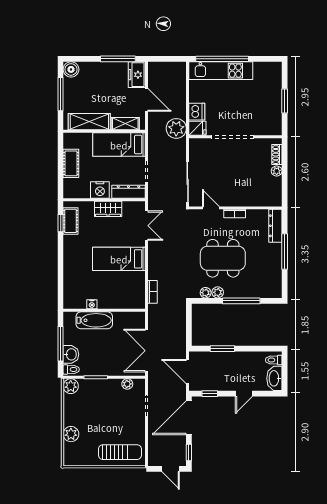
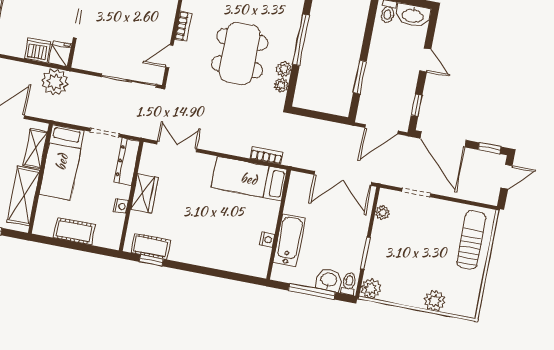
nightstand: (100, 190) -> (121, 206), width x0.53, depth x0.56
bed: (119, 259) -> (249, 179), moved, turned 90

